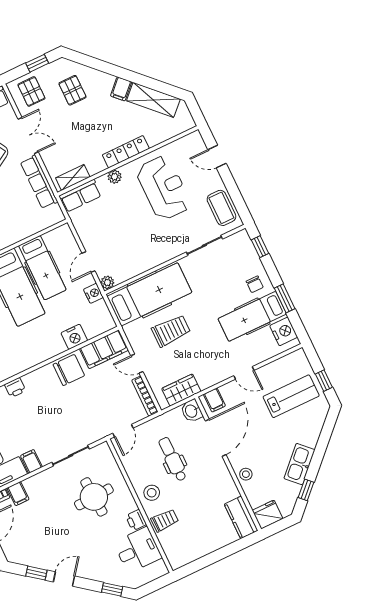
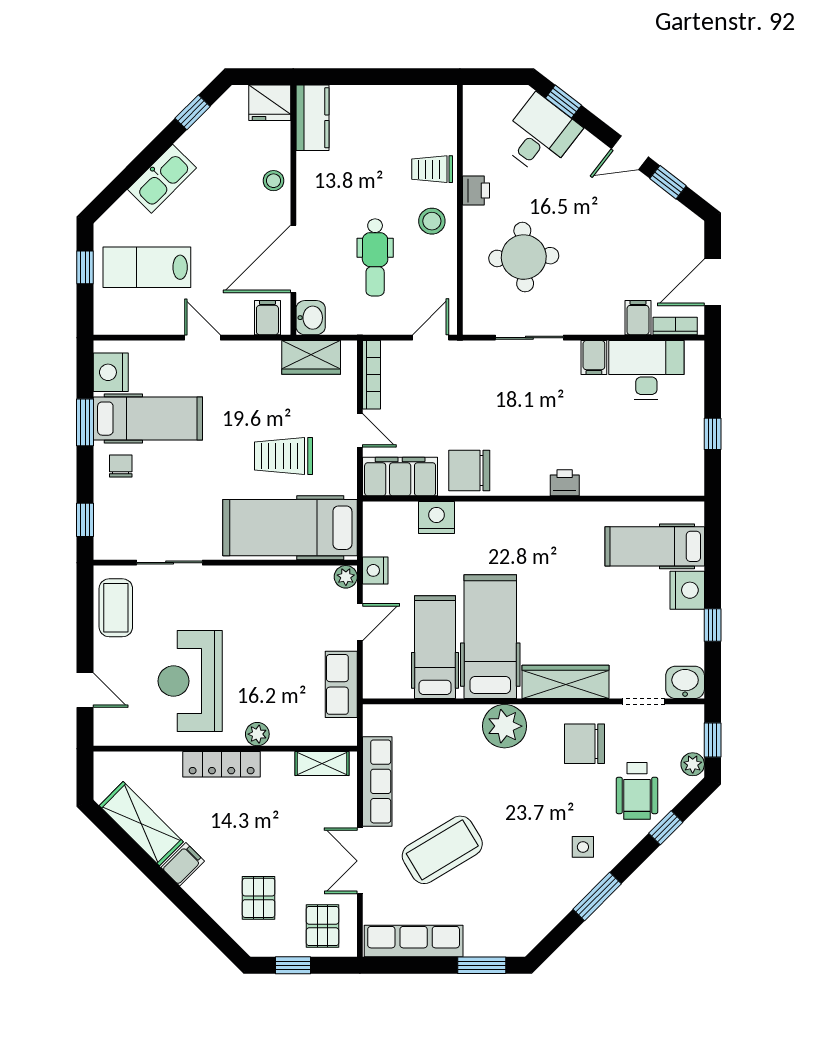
row of seats: (80, 196) -> (341, 684), moved, turned -90
kitchen sink: (299, 464) -> (162, 179), moved
desk: (138, 550) -> (540, 135), moved, turned 128

